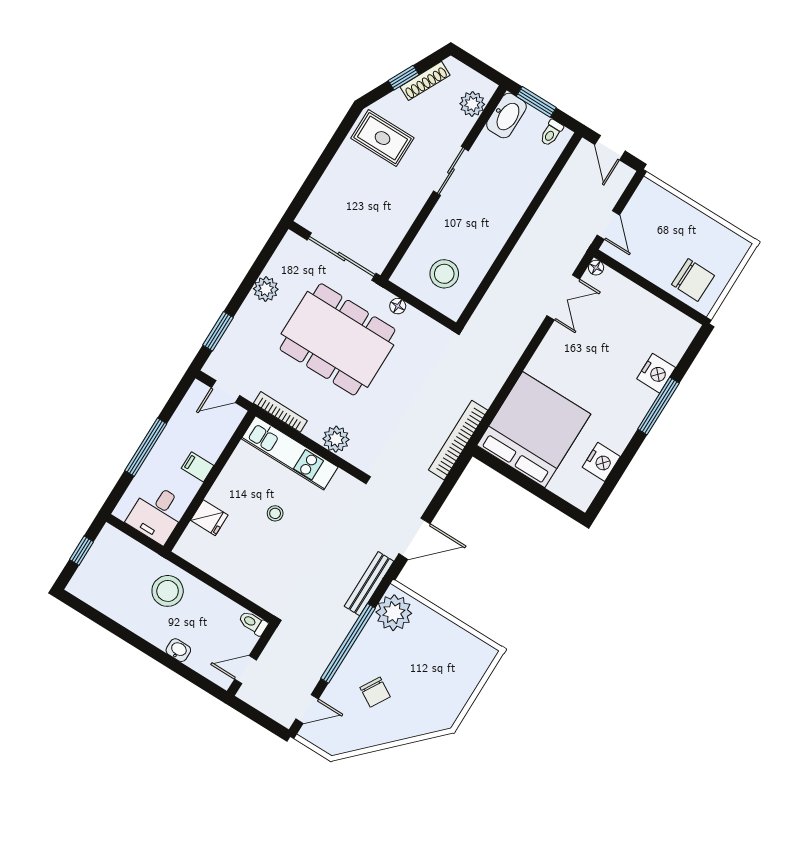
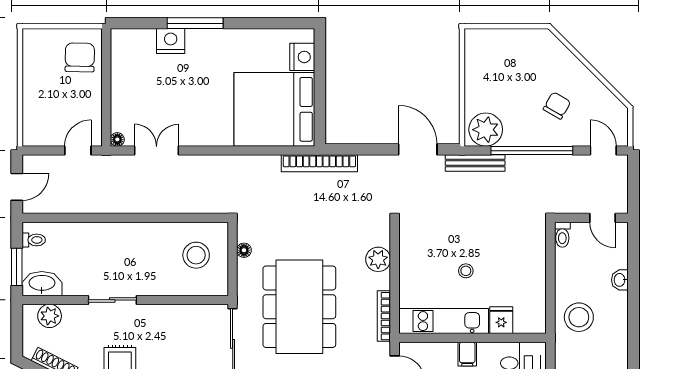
floor lamp: (398, 306) -> (244, 250), moved
kitchen unit: (290, 453) -> (444, 321), moved, turned -90
nightstand: (601, 462) -> (302, 57), moved, turned 90

